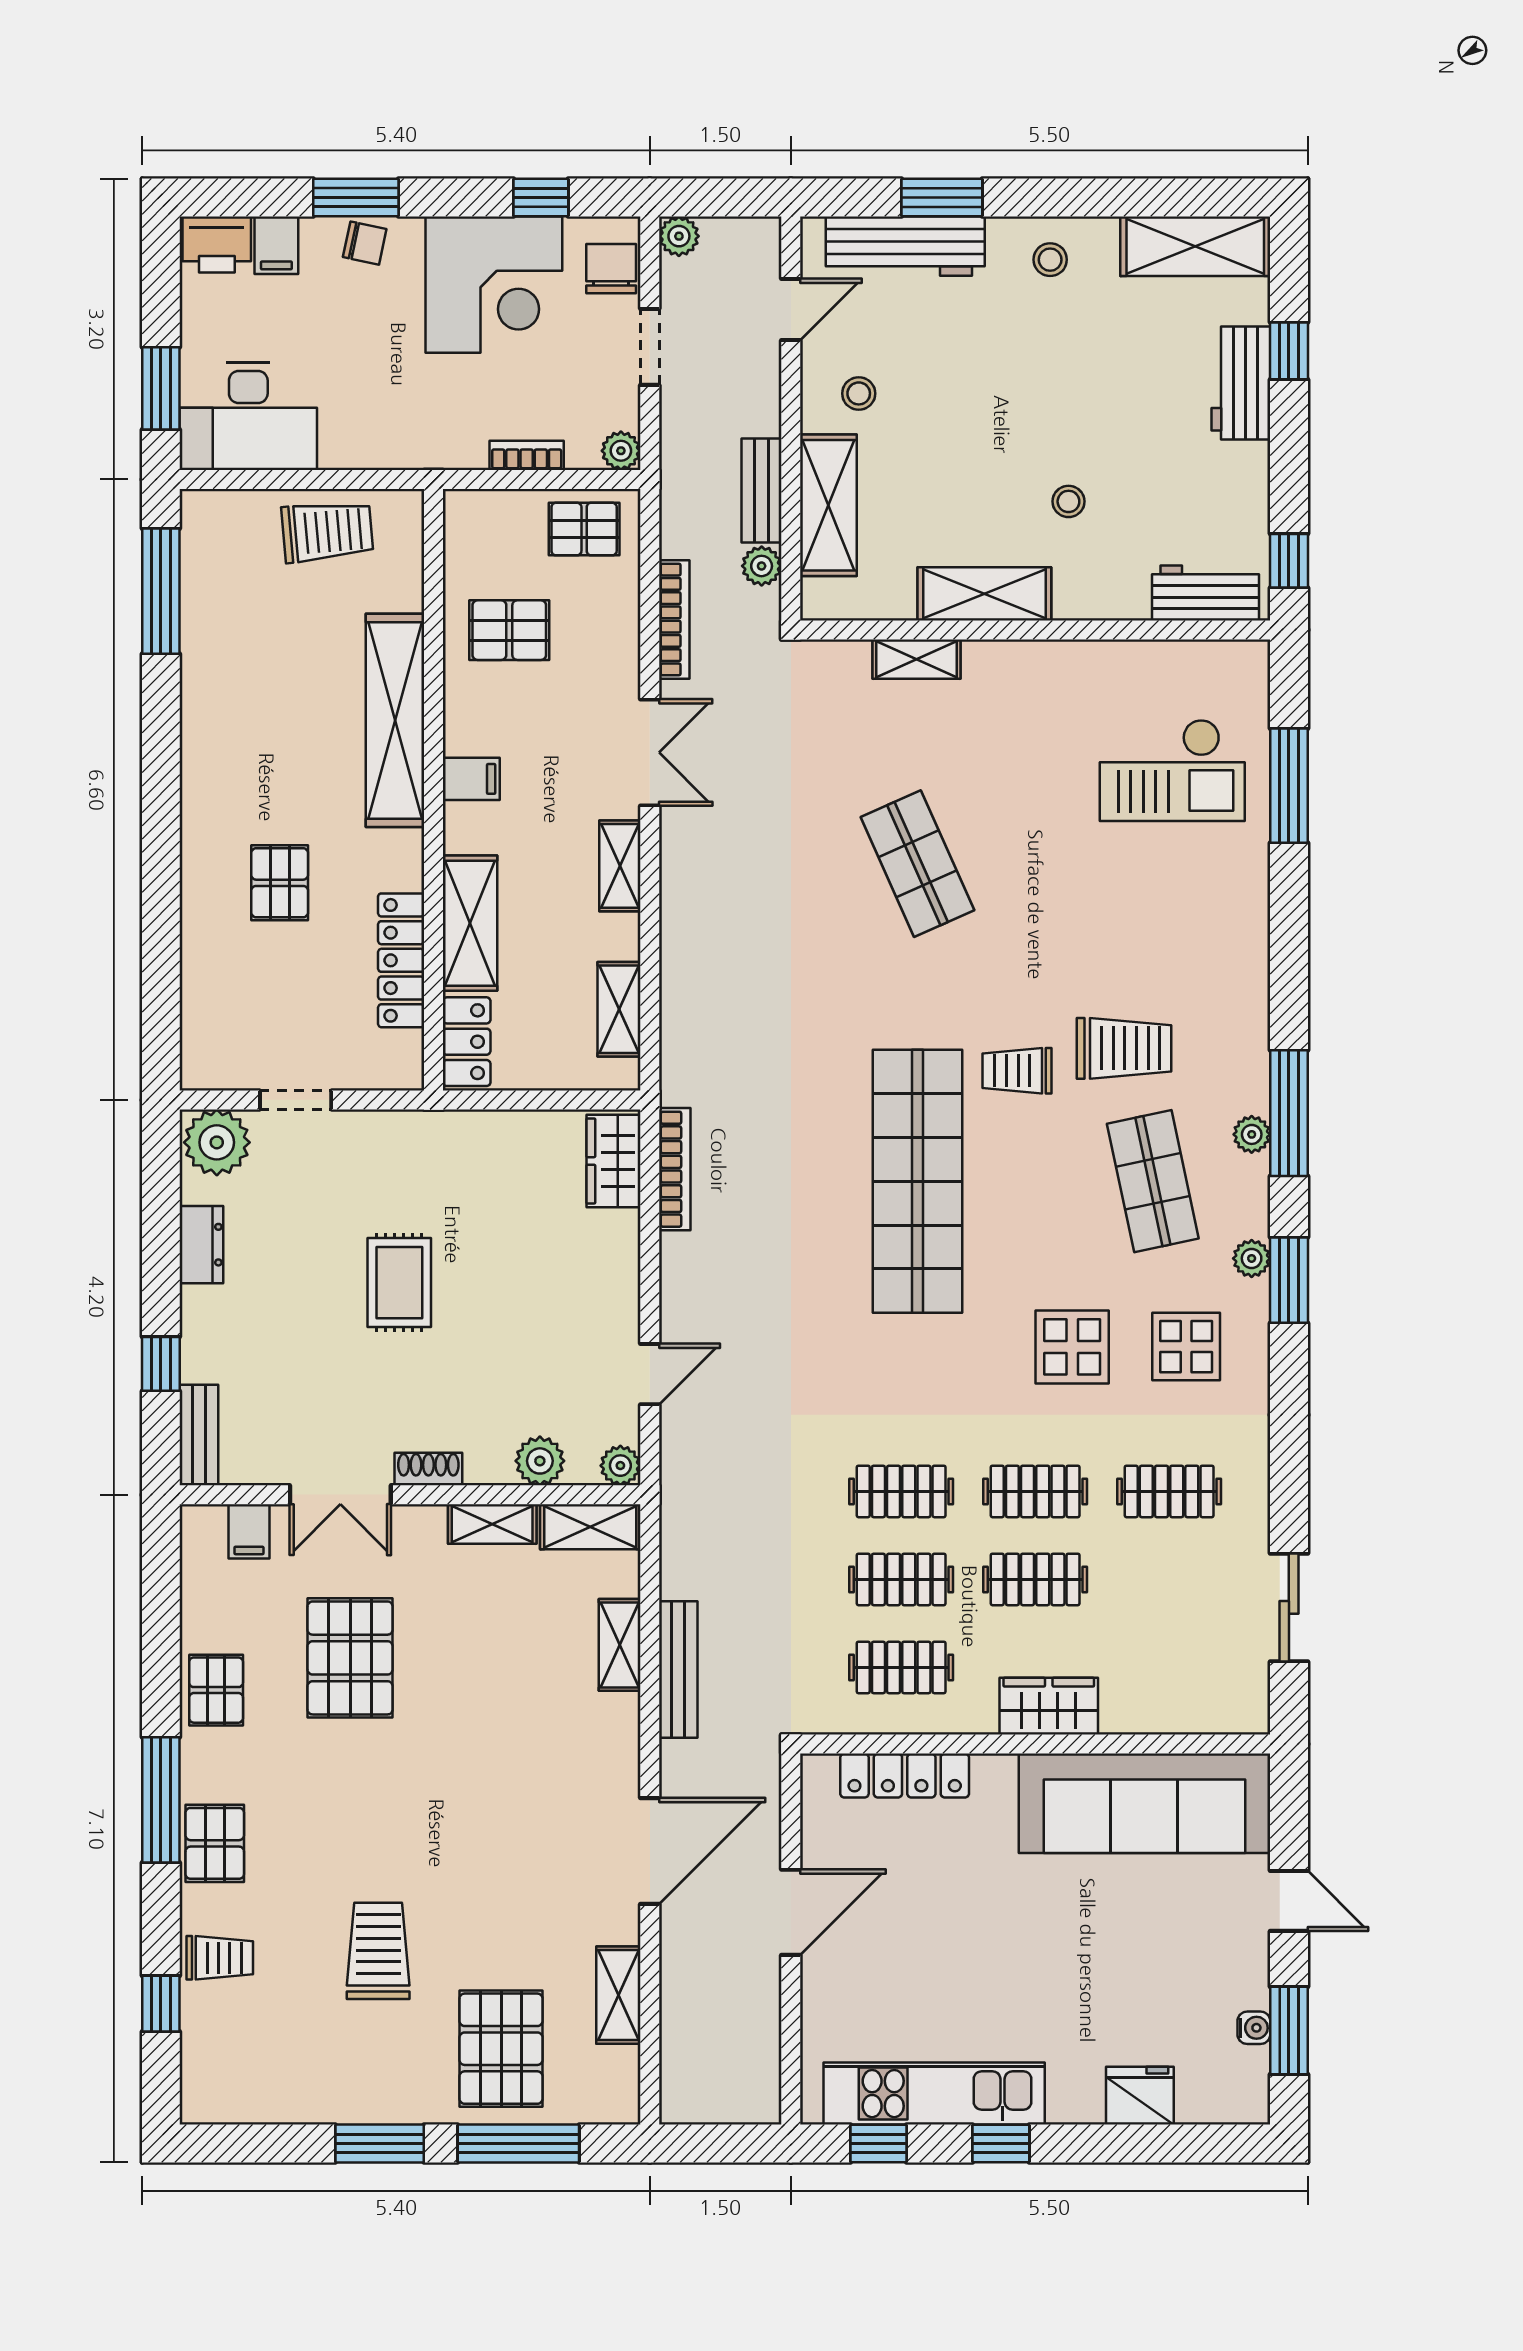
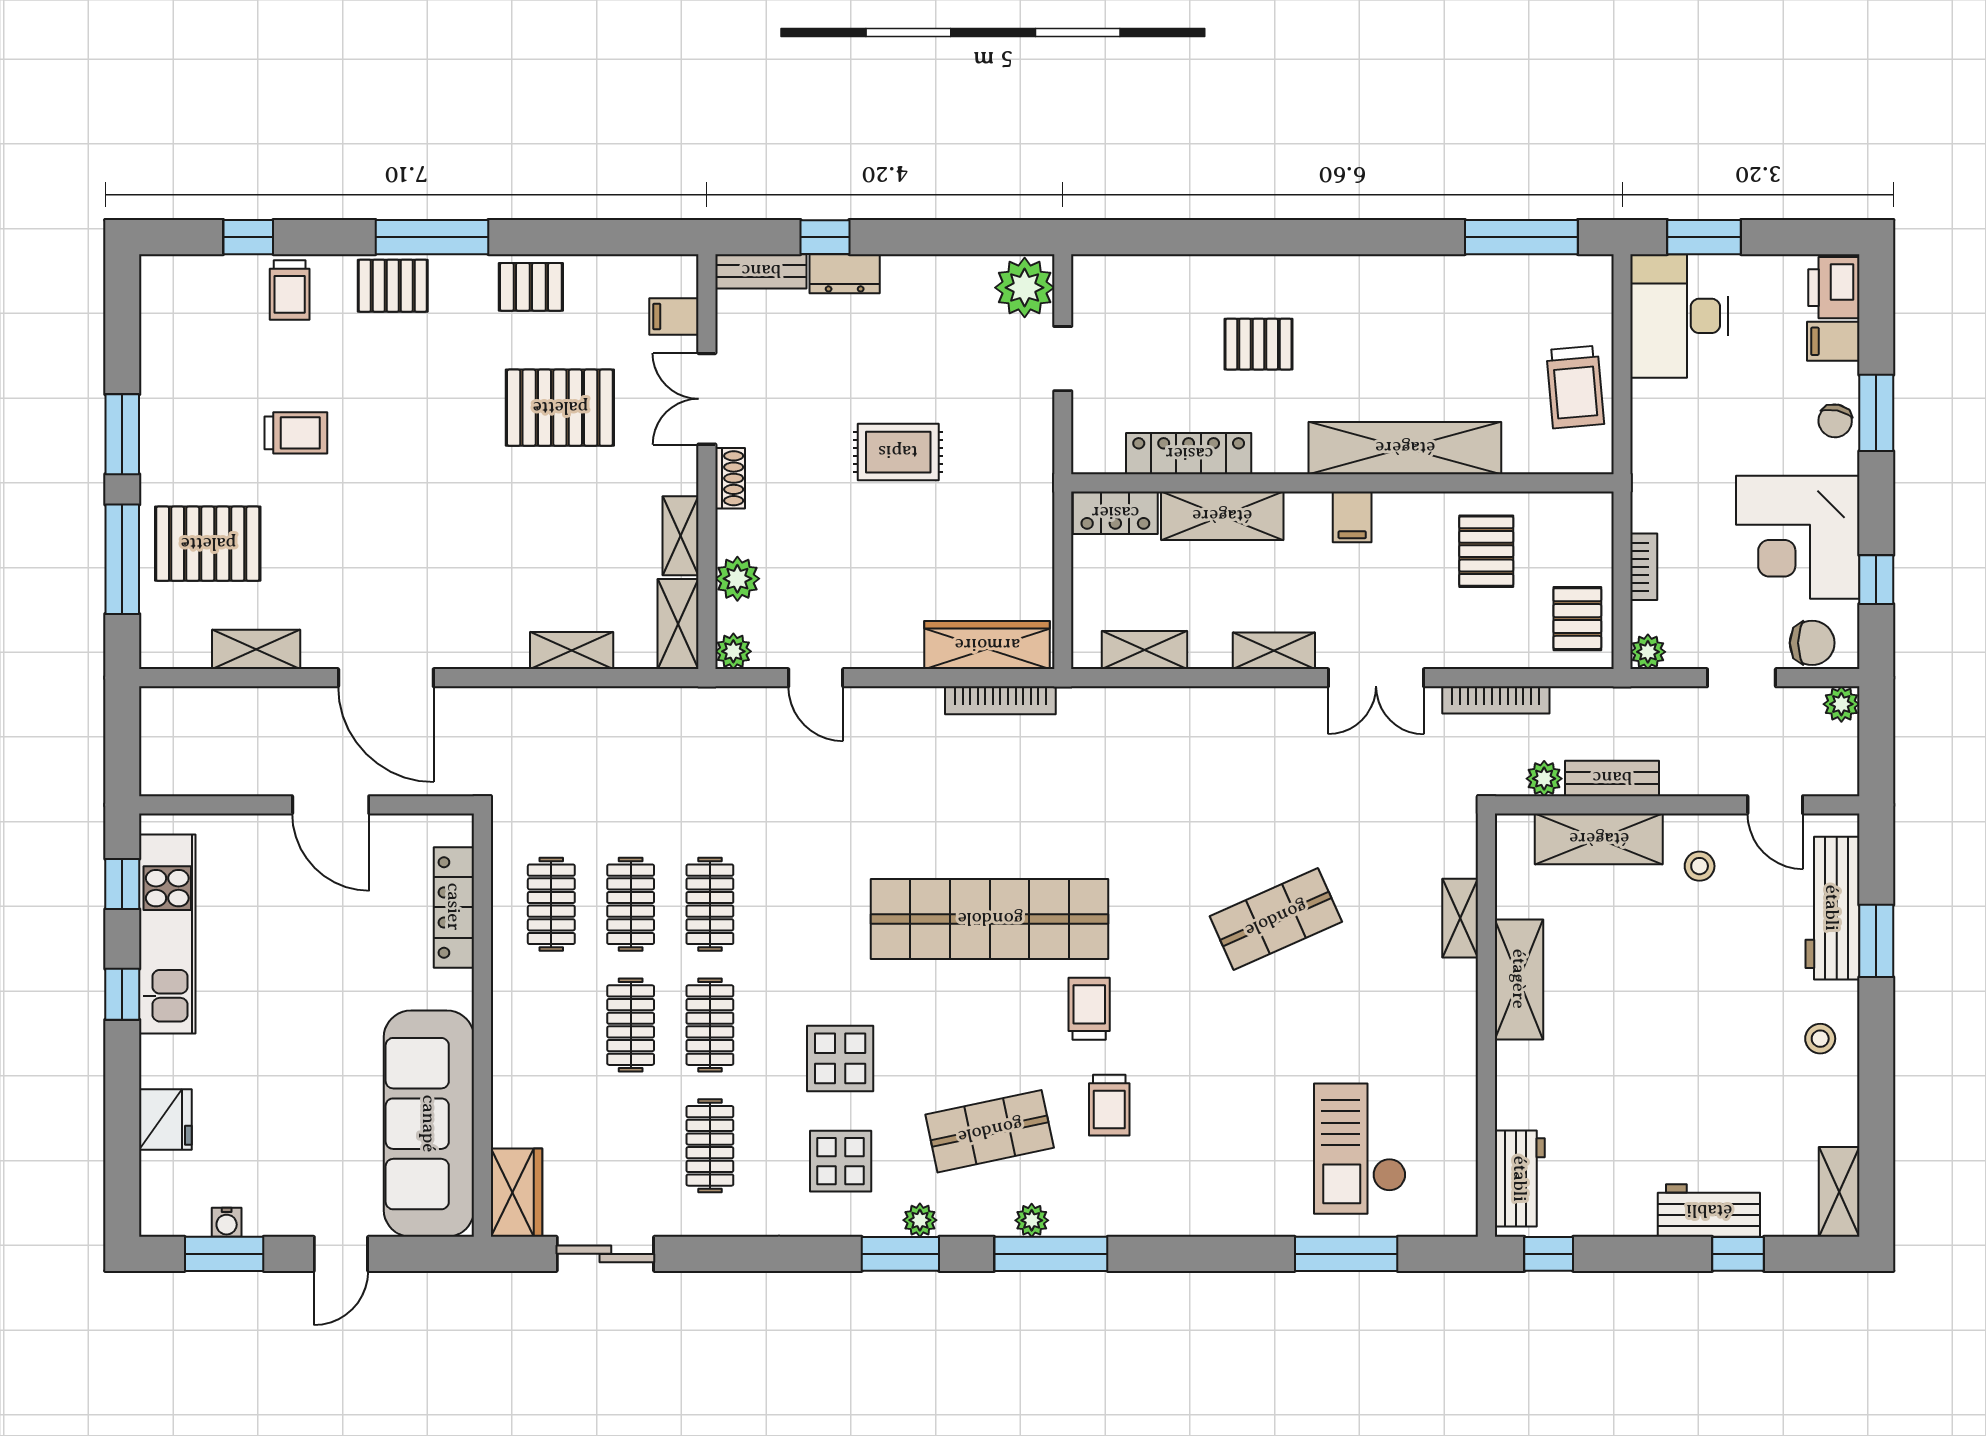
shelving: (1195, 246) -> (1839, 1192), width x0.67, depth x0.75
stool: (1068, 501) -> (1602, 1055), removed
trolley: (1124, 1048) -> (1109, 1105), width x0.73, depth x0.72
wardrobe: (613, 1161) -> (987, 645), width x1.50
dresser: (201, 1245) -> (845, 274), moved
bench: (678, 1669) -> (549, 703), removed
wardrobe: (1049, 1706) -> (516, 1193), moved
trolley: (378, 1951) -> (296, 433), width x0.73, depth x0.72

